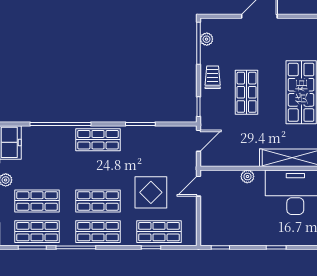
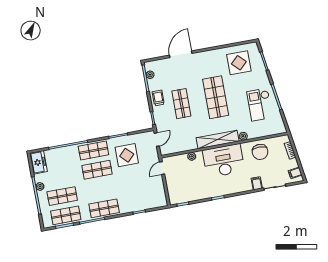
display table: (151, 192) -> (127, 155), moved
shop shelf: (98, 201) -> (97, 170), moved
shop shelf: (159, 232) -> (142, 201), removed

